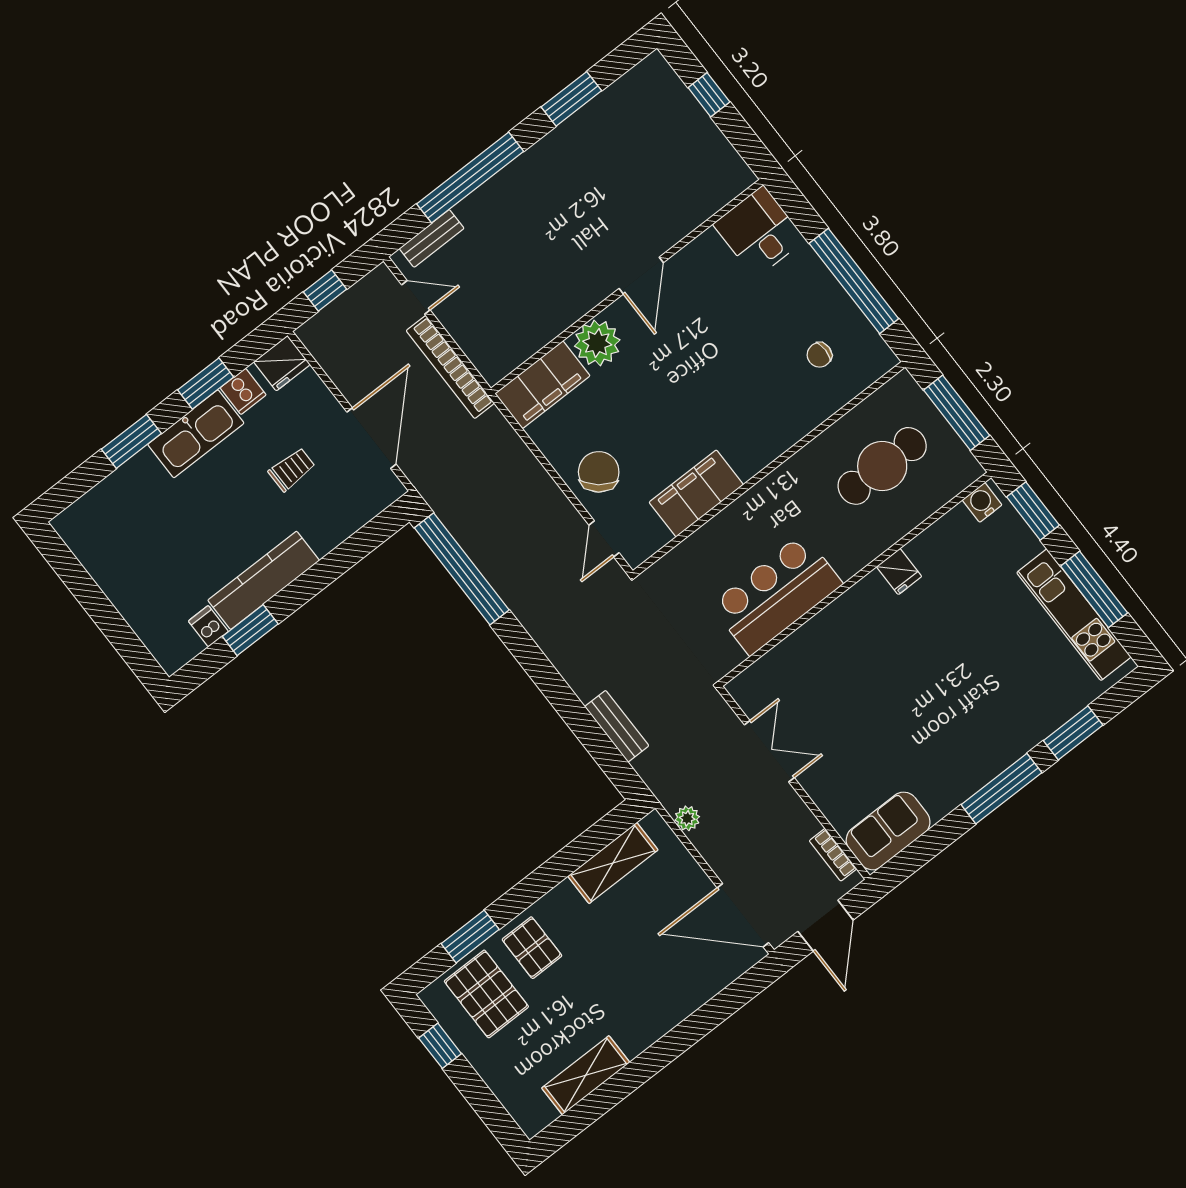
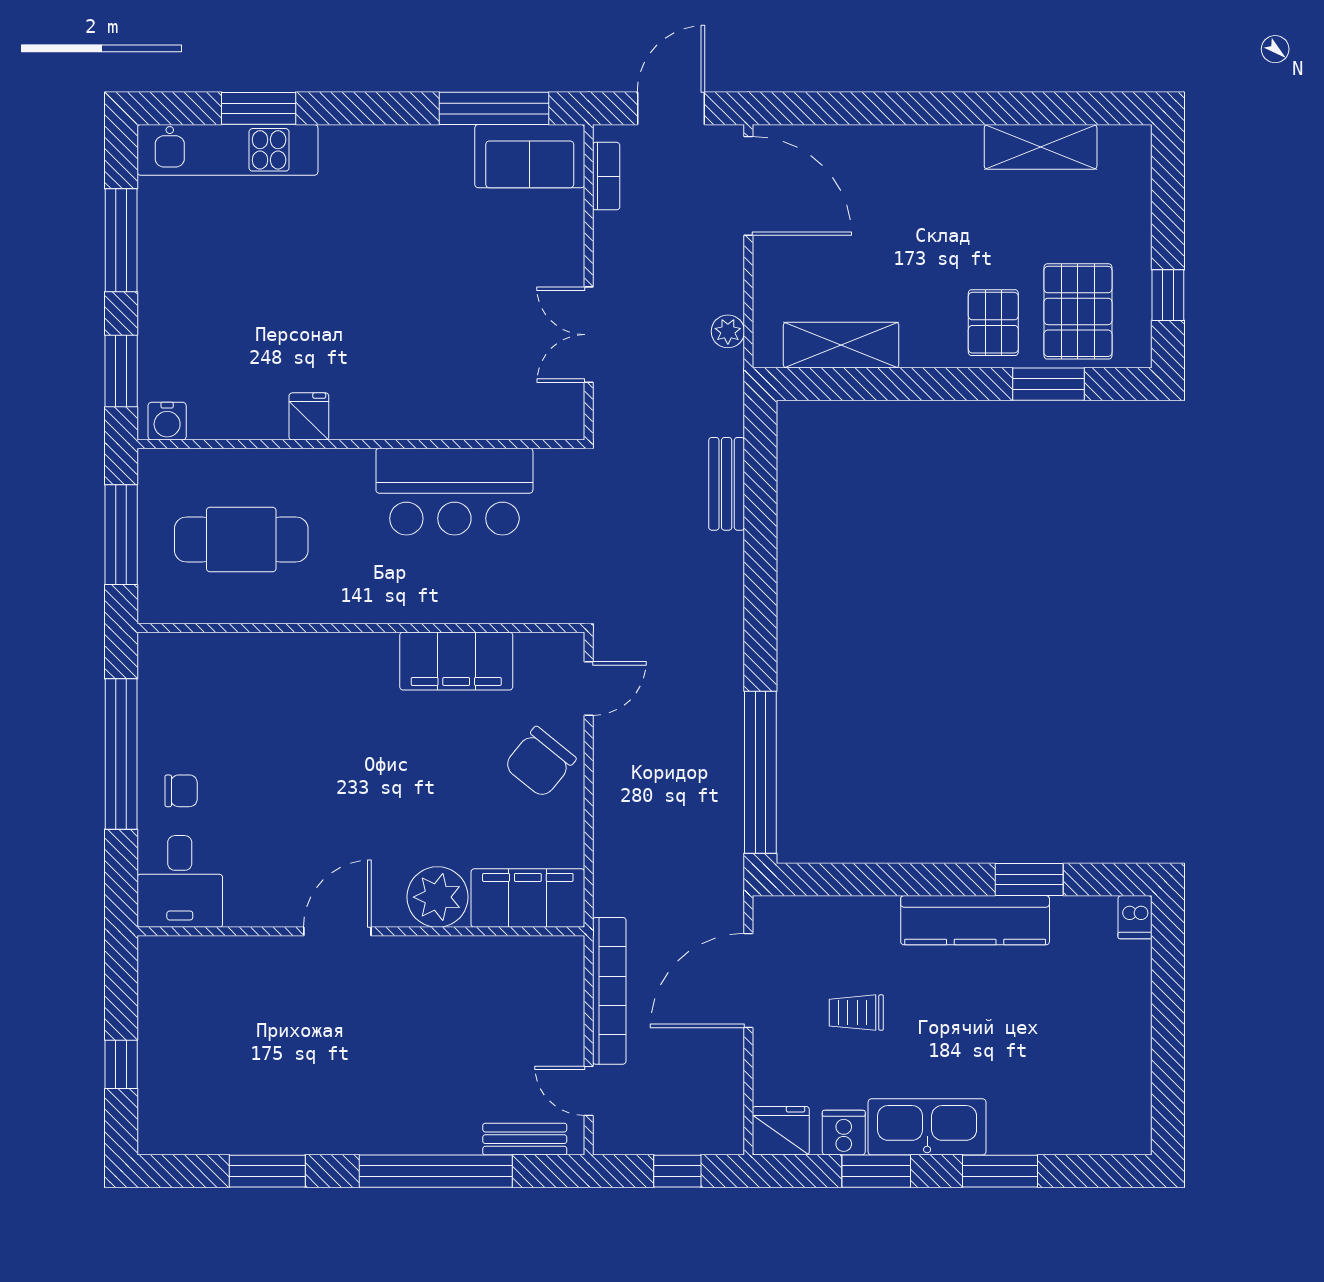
chair: (819, 355) -> (181, 791), moved
kitchen unit: (1074, 615) -> (228, 150), moved, turned 90
dishwasher: (208, 626) -> (1135, 917), moved
window: (1001, 789) -> (494, 108), moved

